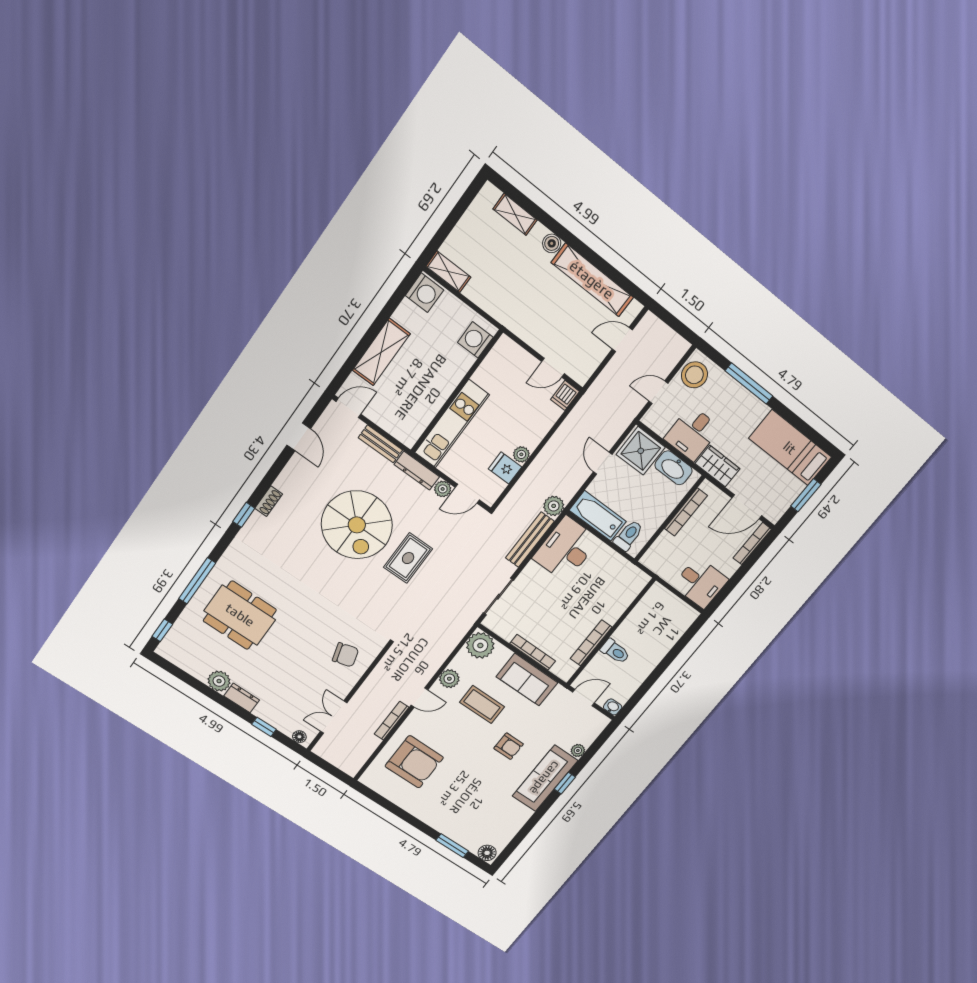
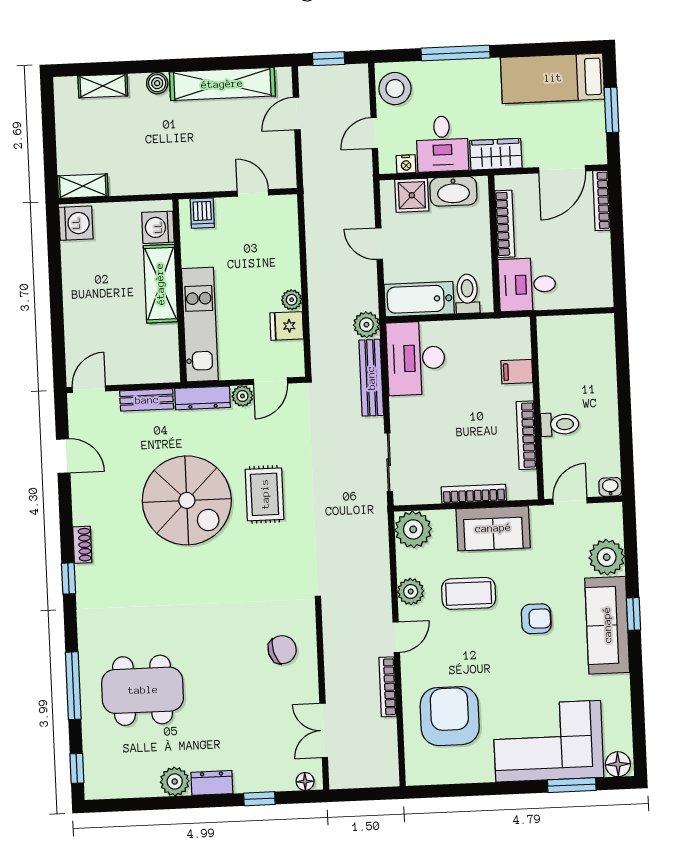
window: (671, 321) -> (329, 59), added
shelving: (381, 352) -> (160, 284), moved
door: (553, 368) -> (253, 193), swing flipped
dishwasher: (565, 395) -> (202, 213), moved
nightstand: (660, 428) -> (406, 164), added
shower: (641, 451) -> (412, 195), width x0.73, depth x0.73
desk: (700, 583) -> (527, 285), moved, turned 180
filing cabinet: (617, 603) -> (517, 372), added
plant: (578, 750) -> (607, 557), width x1.87, depth x1.87
armchair: (414, 762) -> (450, 716), turned -90
corner sofa: (459, 814) -> (548, 741), added

